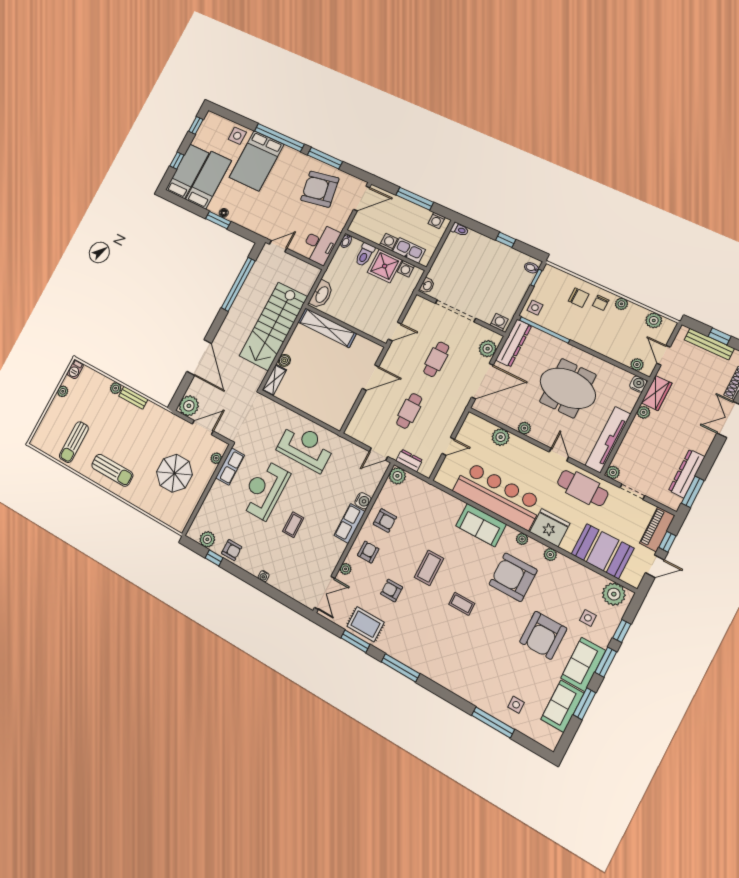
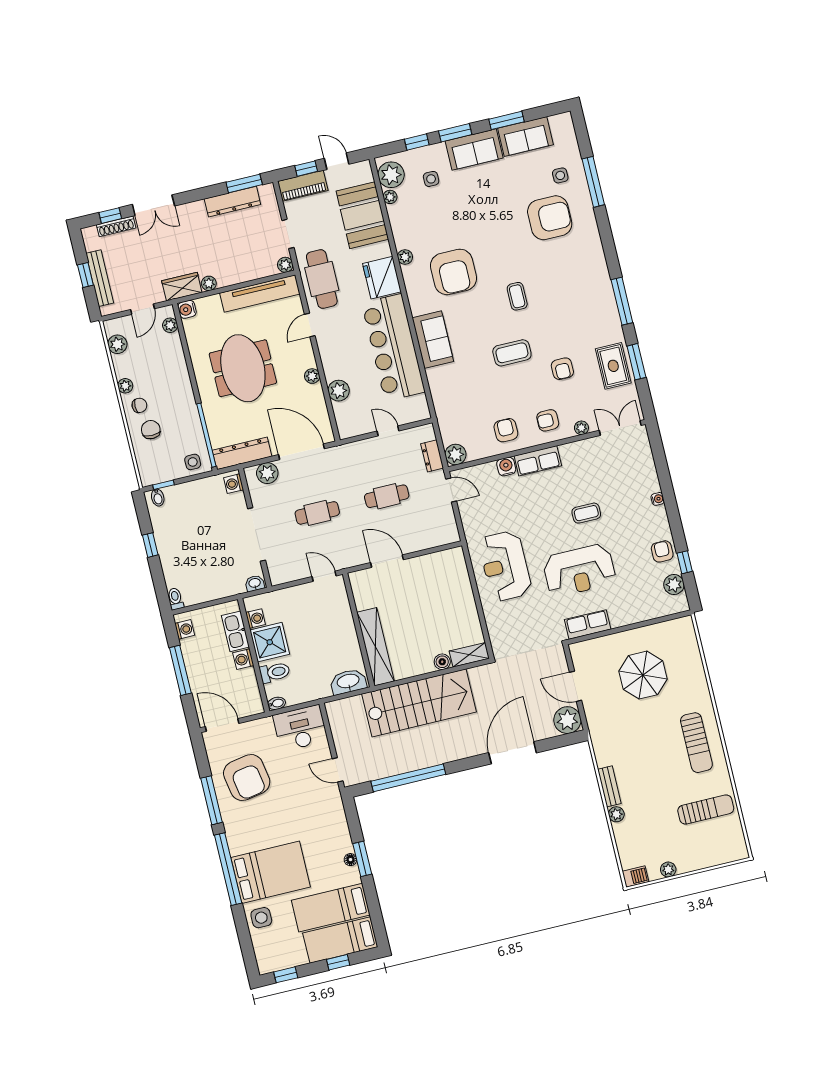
plant: (216, 458) -> (592, 646), removed
sun lounger: (112, 470) -> (696, 743), turned 180
plant: (522, 539) -> (390, 197), moved
armchair: (543, 635) -> (550, 218), moved

